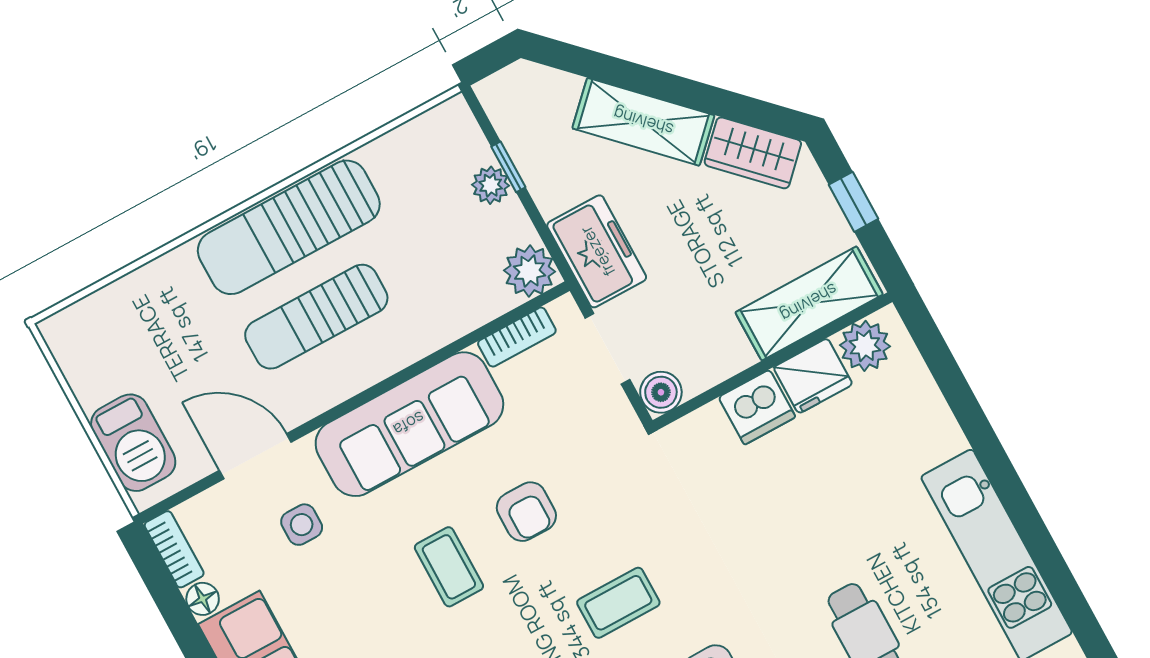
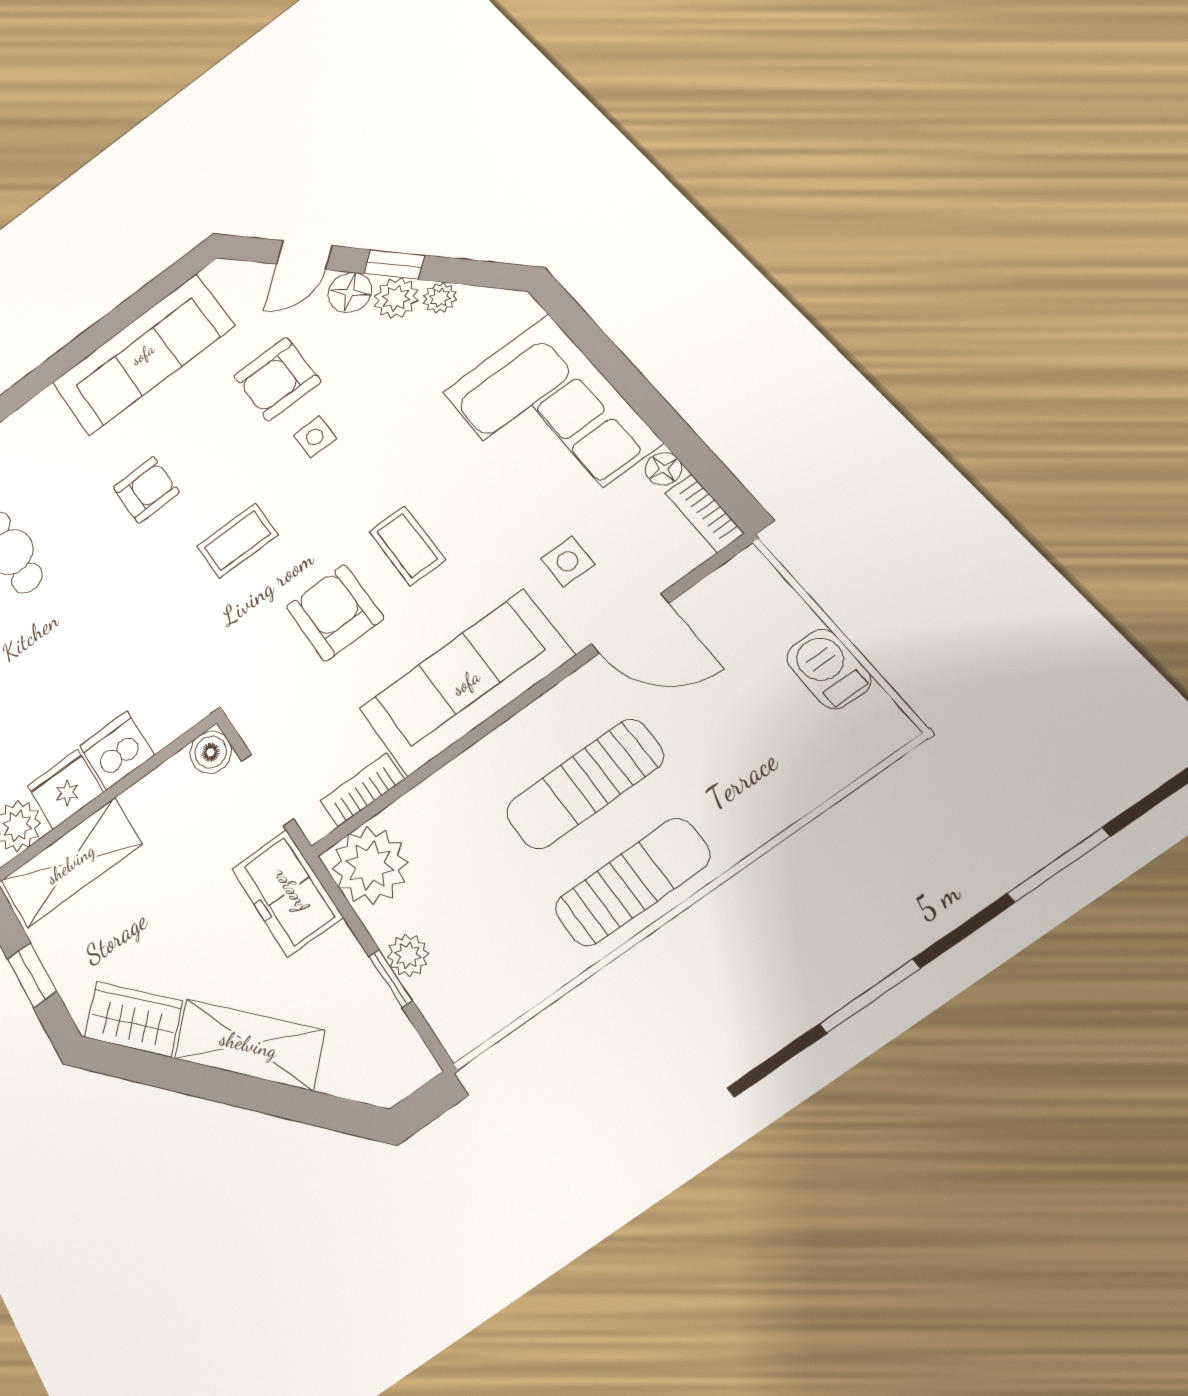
sun lounger: (289, 227) -> (632, 882), width x0.73, depth x0.75
plant: (529, 271) -> (370, 866), width x1.36, depth x1.36
sun lounger: (316, 317) -> (585, 784), turned 180
barbecue: (133, 443) -> (829, 669), moved, width x0.73, depth x0.79
armchair: (526, 512) -> (335, 612), width x1.38, depth x1.38

